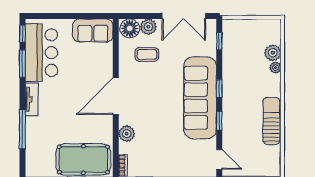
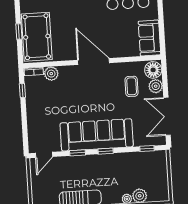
plant: (127, 134) -> (51, 74), moved

